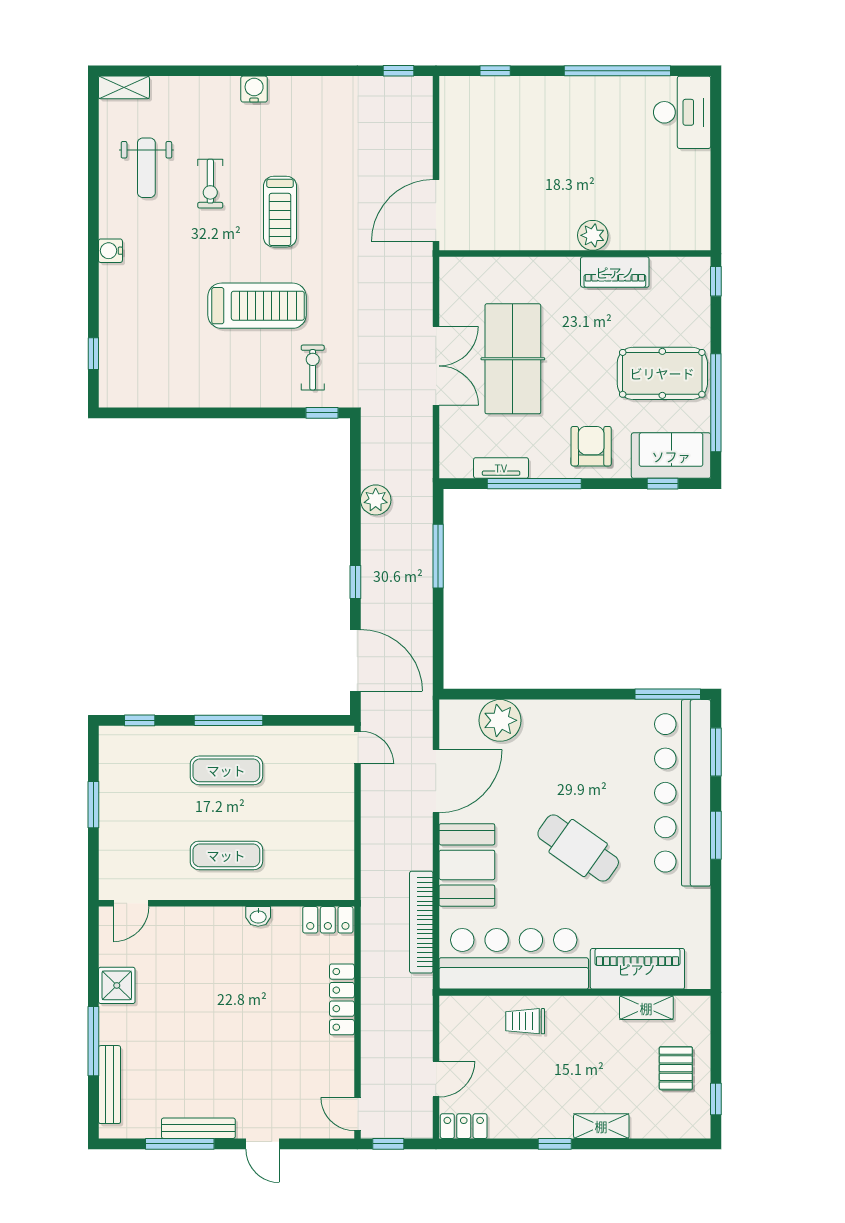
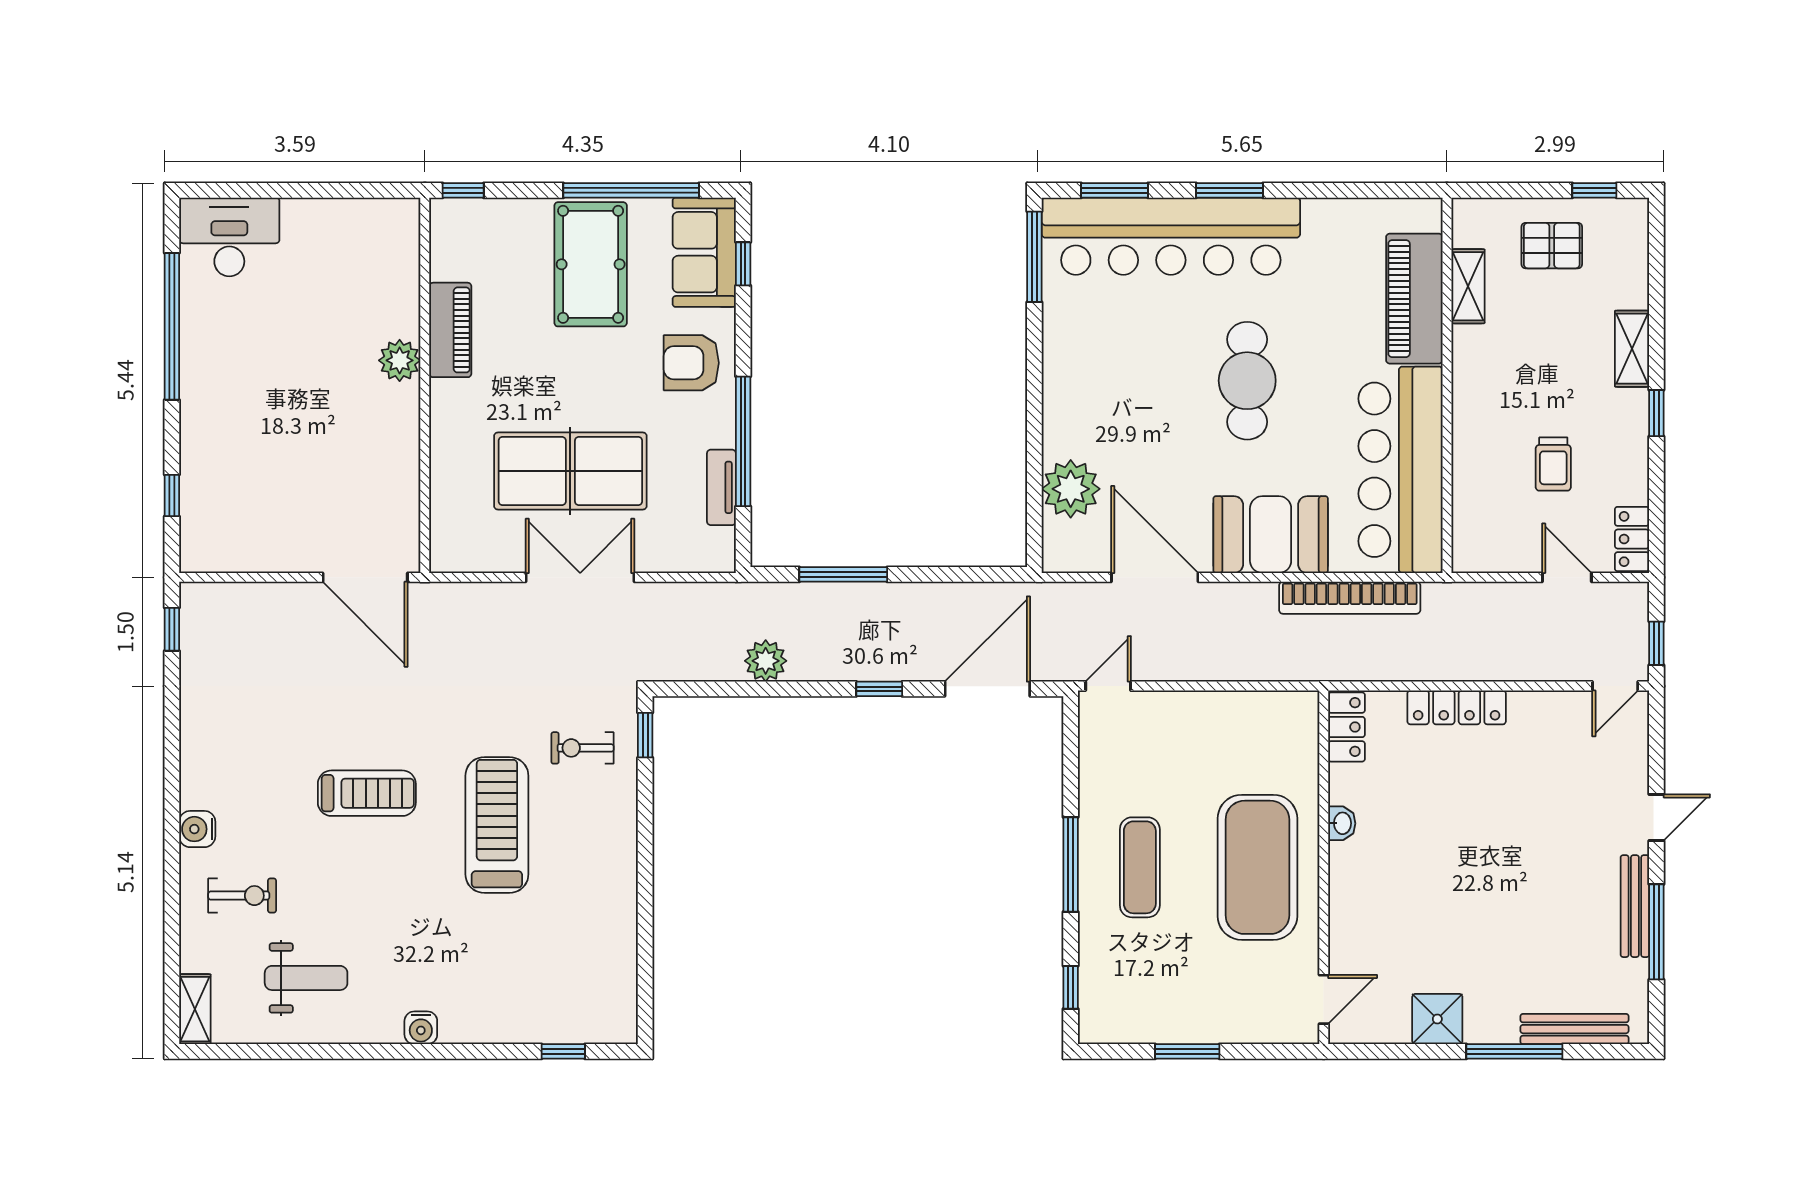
exercise bike: (210, 184) -> (242, 896), moved
cafe table: (578, 848) -> (1247, 381), turned -35
exercise mat: (226, 855) -> (1257, 867), width x2.00, depth x1.45
door: (131, 903) -> (1324, 999), hinge flipped
trolley: (525, 1021) -> (1553, 464), moved

